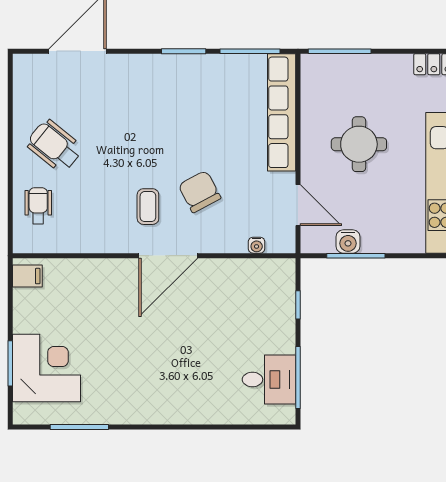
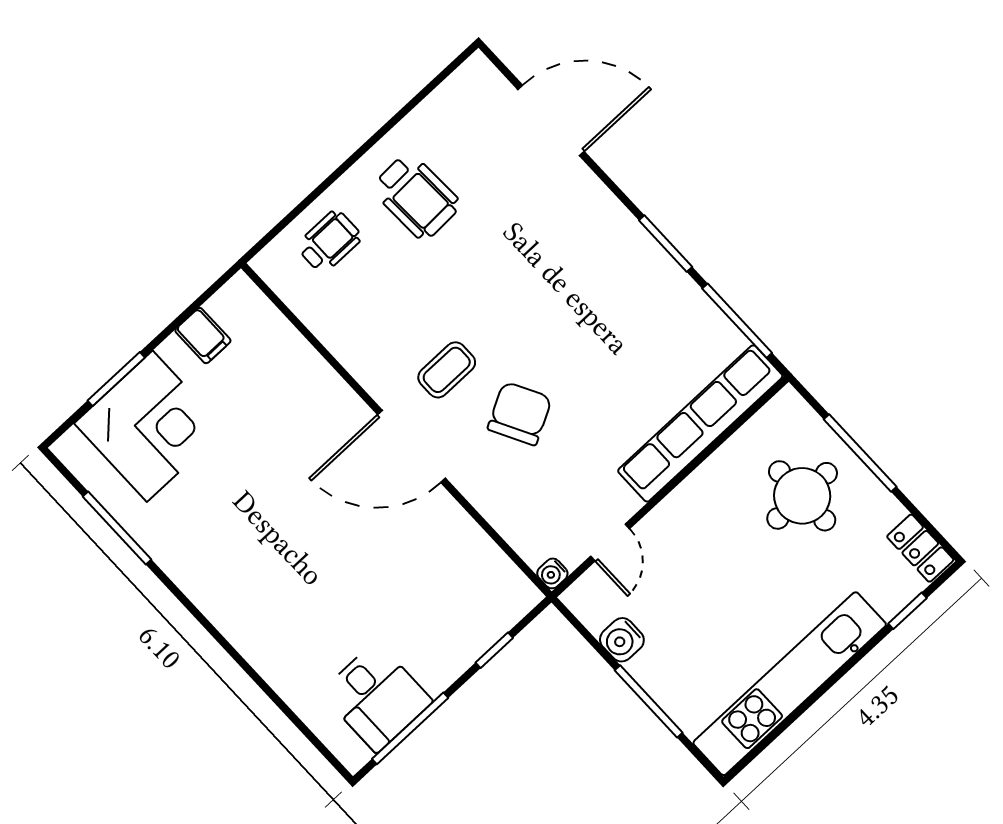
window: (340, 51) -> (860, 453), moved
round table: (359, 144) -> (802, 496), moved
wheelchair: (55, 146) -> (416, 196), turned 139
door: (298, 205) -> (610, 543), width x0.73
water cooler: (257, 245) -> (552, 573), moved
window: (356, 256) -> (649, 701), moved
filing cabinet: (27, 276) -> (203, 336), moved

